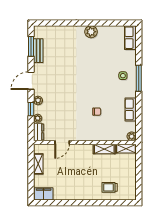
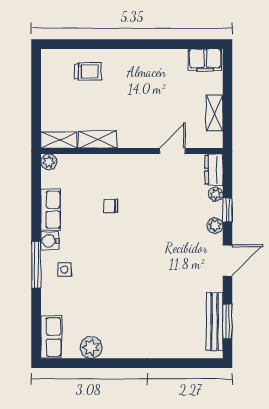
plant: (91, 32) -> (91, 347), moved
bench: (38, 51) -> (215, 322), width x1.36
water cooler: (131, 92) -> (50, 241), added

